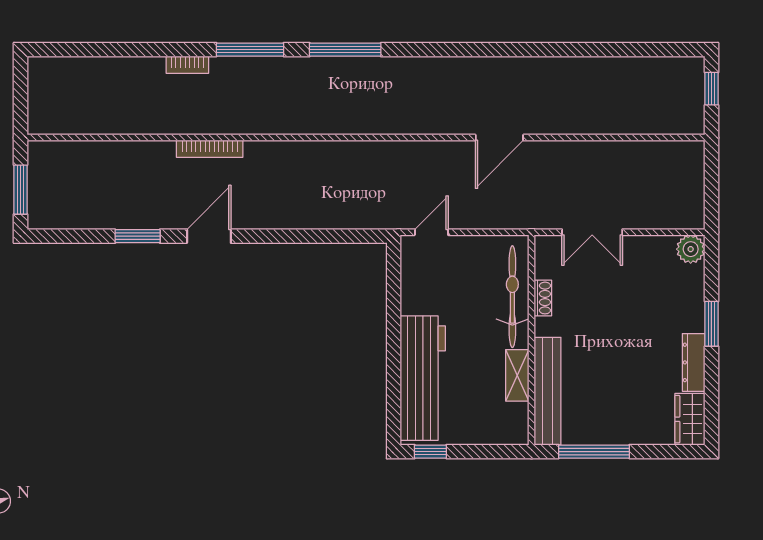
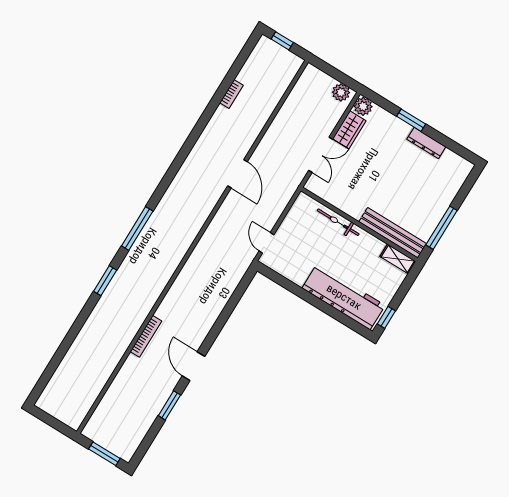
window: (250, 50) -> (105, 281), width x0.69
bookcase: (187, 65) -> (231, 94), moved
plant: (691, 208) -> (341, 92), added
bicycle: (512, 297) -> (338, 222), width x0.73, depth x0.71
shoe rack: (543, 298) -> (340, 204), removed
shelving: (517, 375) -> (398, 259), moved
wardrobe: (690, 419) -> (349, 130), moved, turned -90

